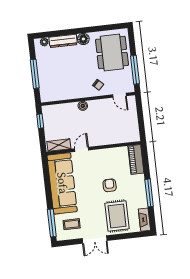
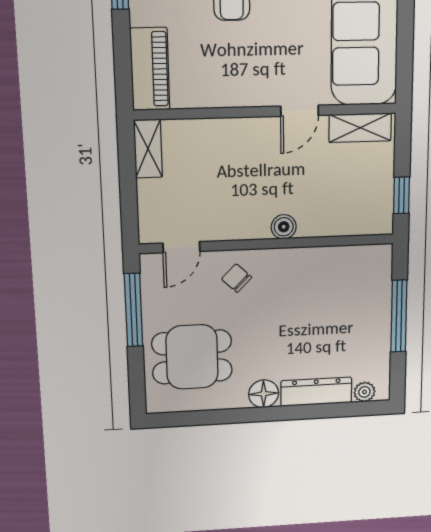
dining table: (112, 52) -> (192, 357), width x0.73
door: (120, 95) -> (181, 247), swing flipped
shelving: (134, 131) -> (148, 149), added

